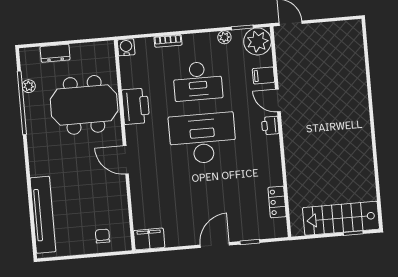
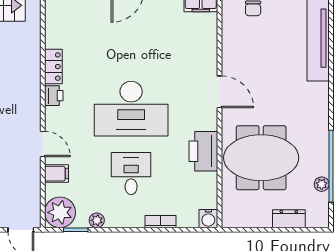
desk: (198, 81) -> (131, 174), width x0.73
printer: (270, 125) -> (54, 96), moved
locker: (277, 202) -> (53, 67), moved

